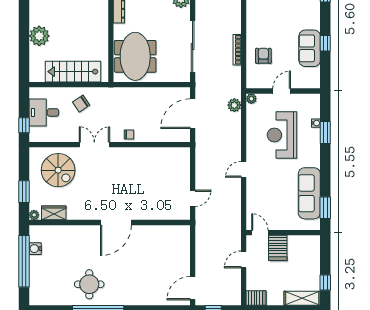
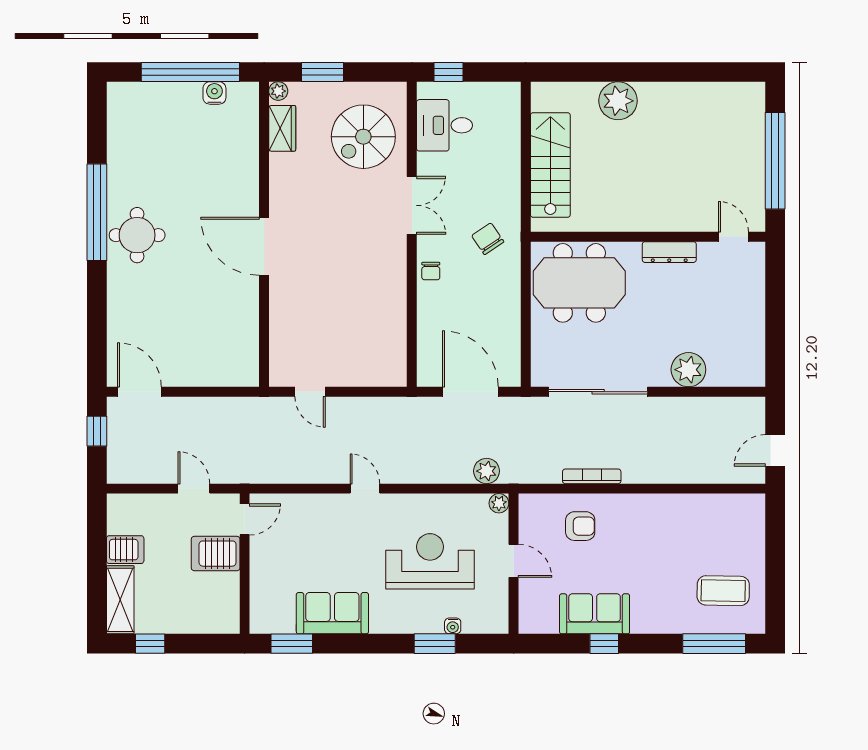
chair: (81, 104) -> (488, 239), moved
desk: (44, 112) -> (445, 125), moved, turned -90
sofa: (309, 193) -> (332, 613), width x0.73
round table: (89, 284) -> (137, 235), moved
server rack: (256, 298) -> (125, 550), moved, turned -90

